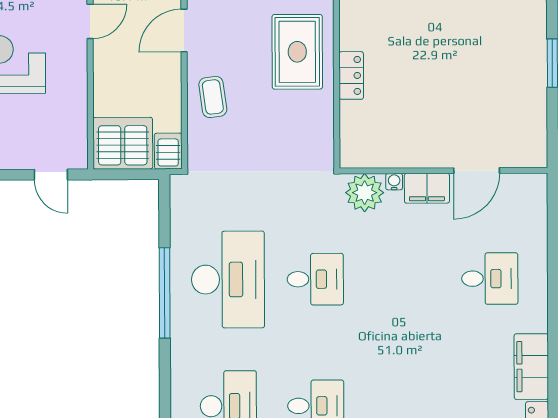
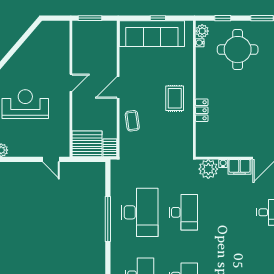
rug: (297, 52) -> (175, 98), width x0.73, depth x0.70
desk: (315, 279) -> (183, 212), width x1.37

